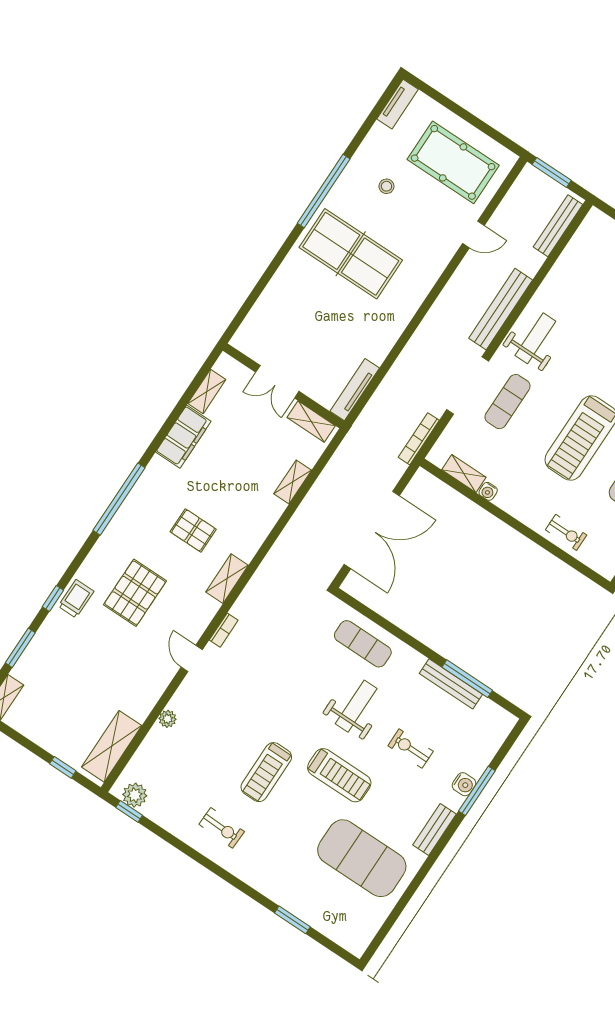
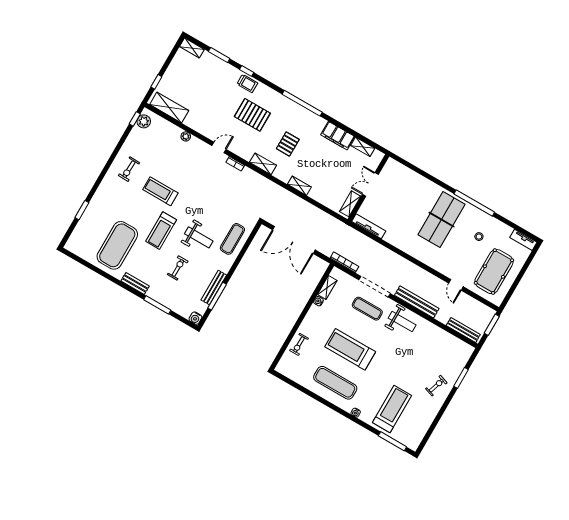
shelving: (293, 482) -> (299, 186), moved
water cooler: (464, 784) -> (195, 318), moved

